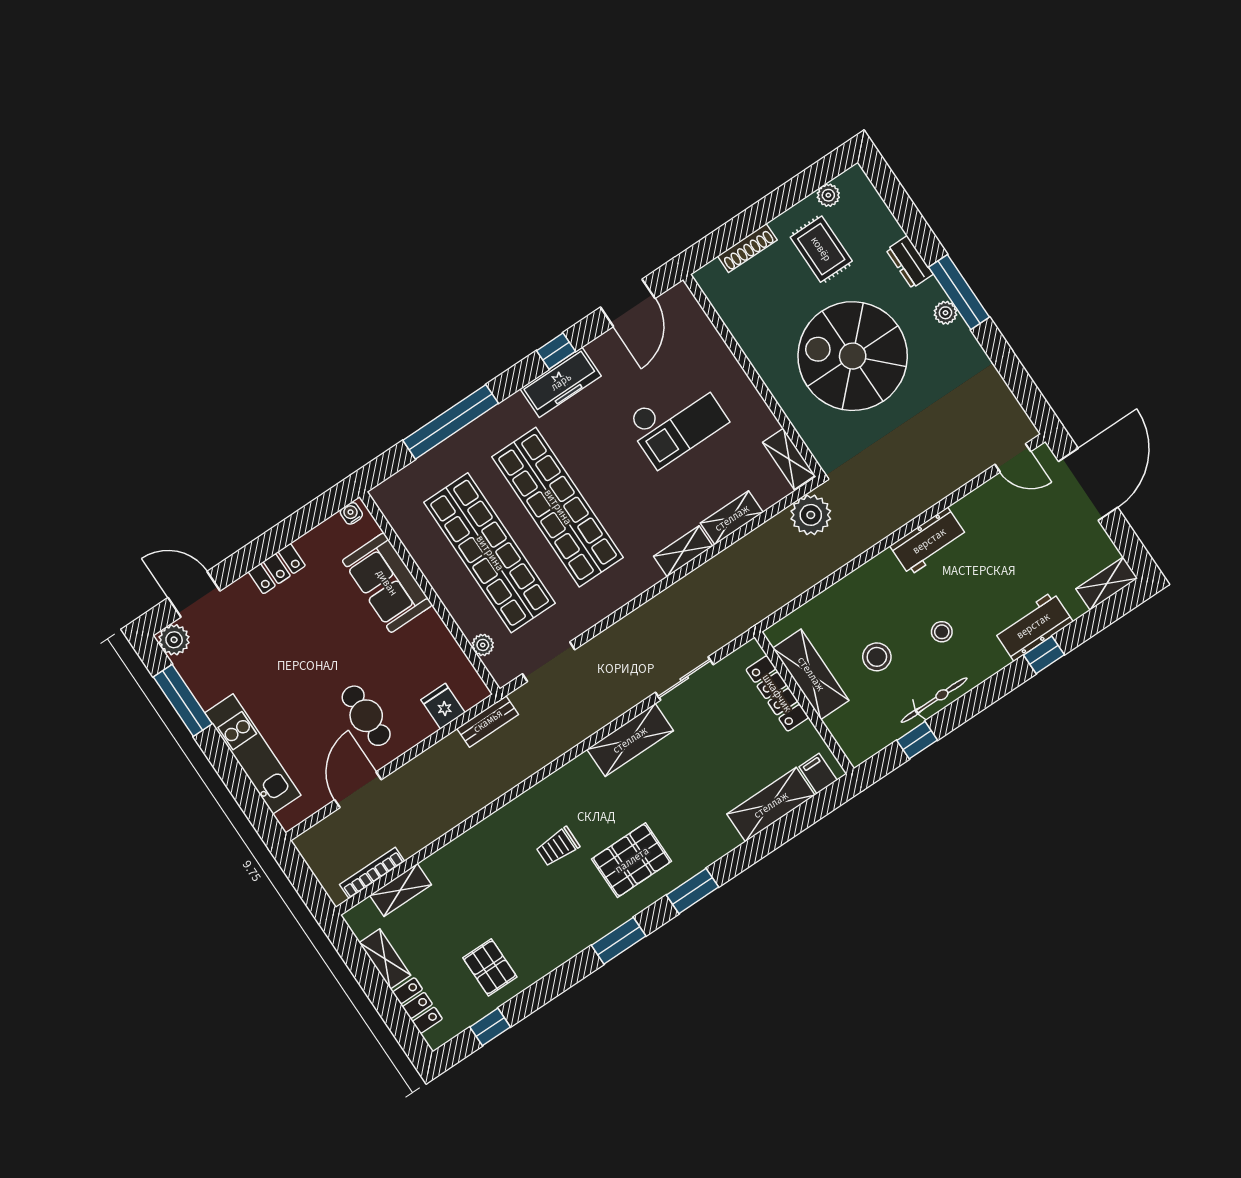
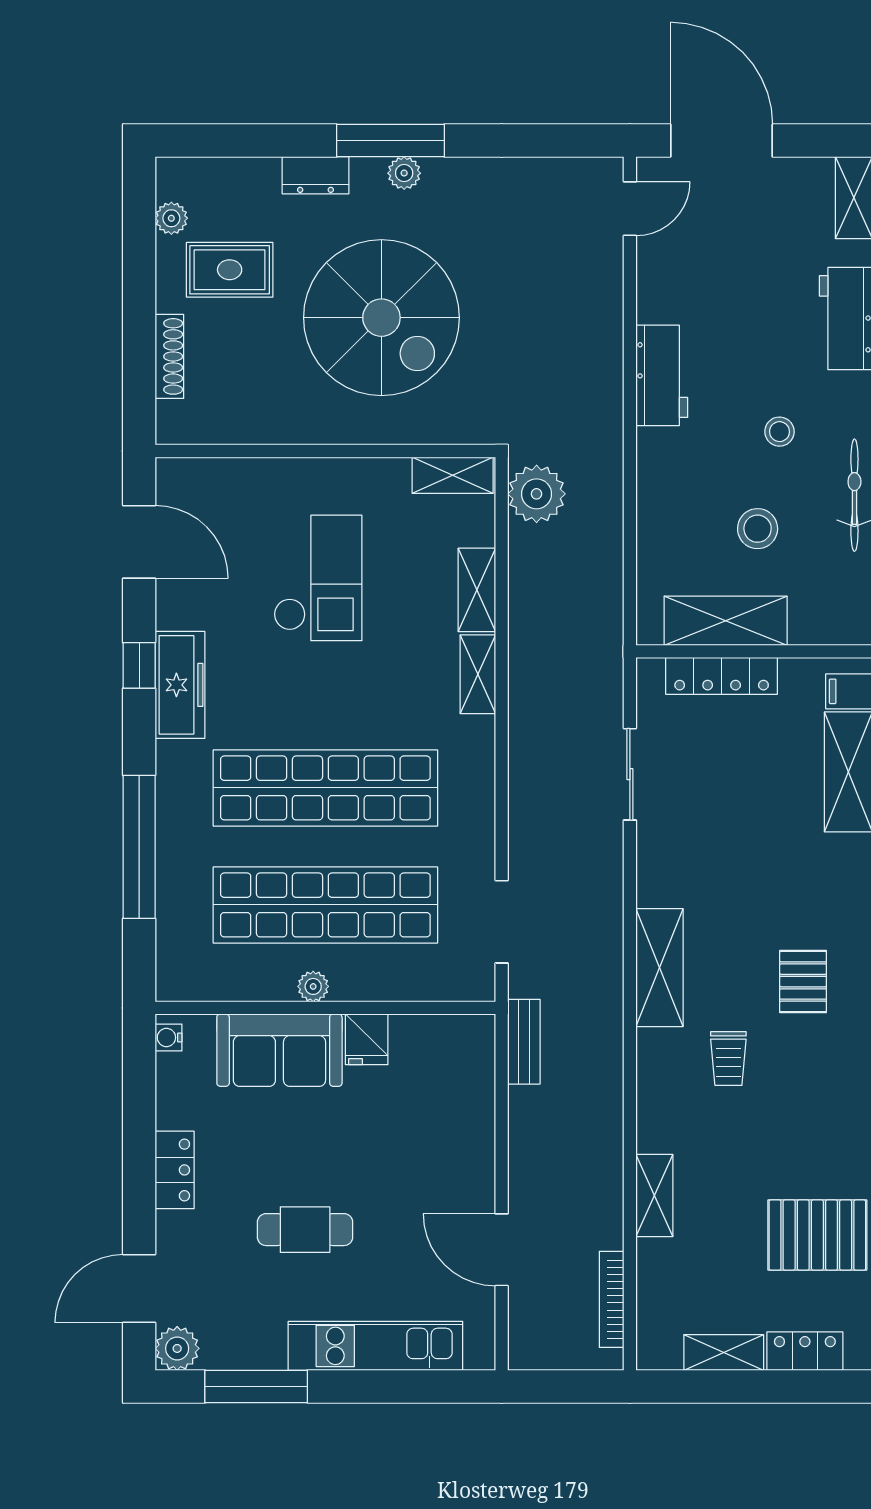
spiral stairs: (853, 356) -> (381, 318), turned -90
plant: (483, 645) -> (313, 986), moved
fridge: (443, 706) -> (367, 1039), moved, turned -90
cafe table: (366, 716) -> (305, 1230), moved
shelving: (630, 740) -> (659, 968), moved
pallet: (632, 860) -> (803, 982), width x0.67, depth x0.71
shelving: (400, 890) -> (654, 1195), moved
pallet: (490, 967) -> (817, 1235), width x1.50, depth x1.42

